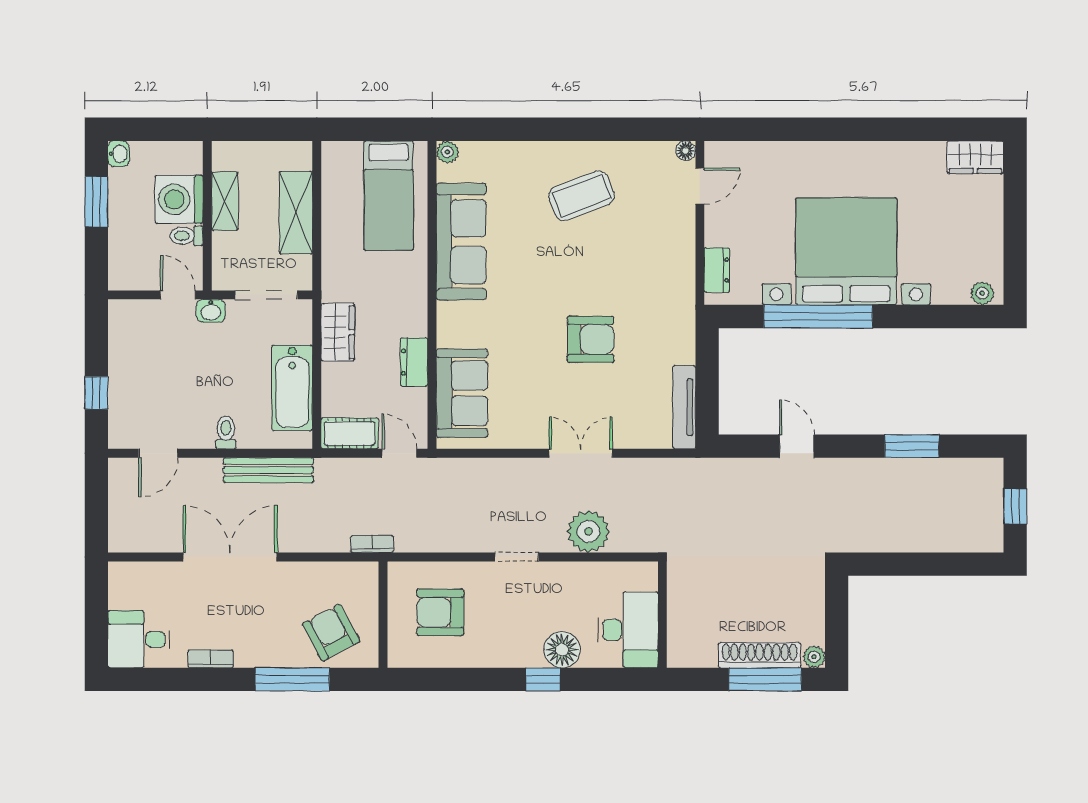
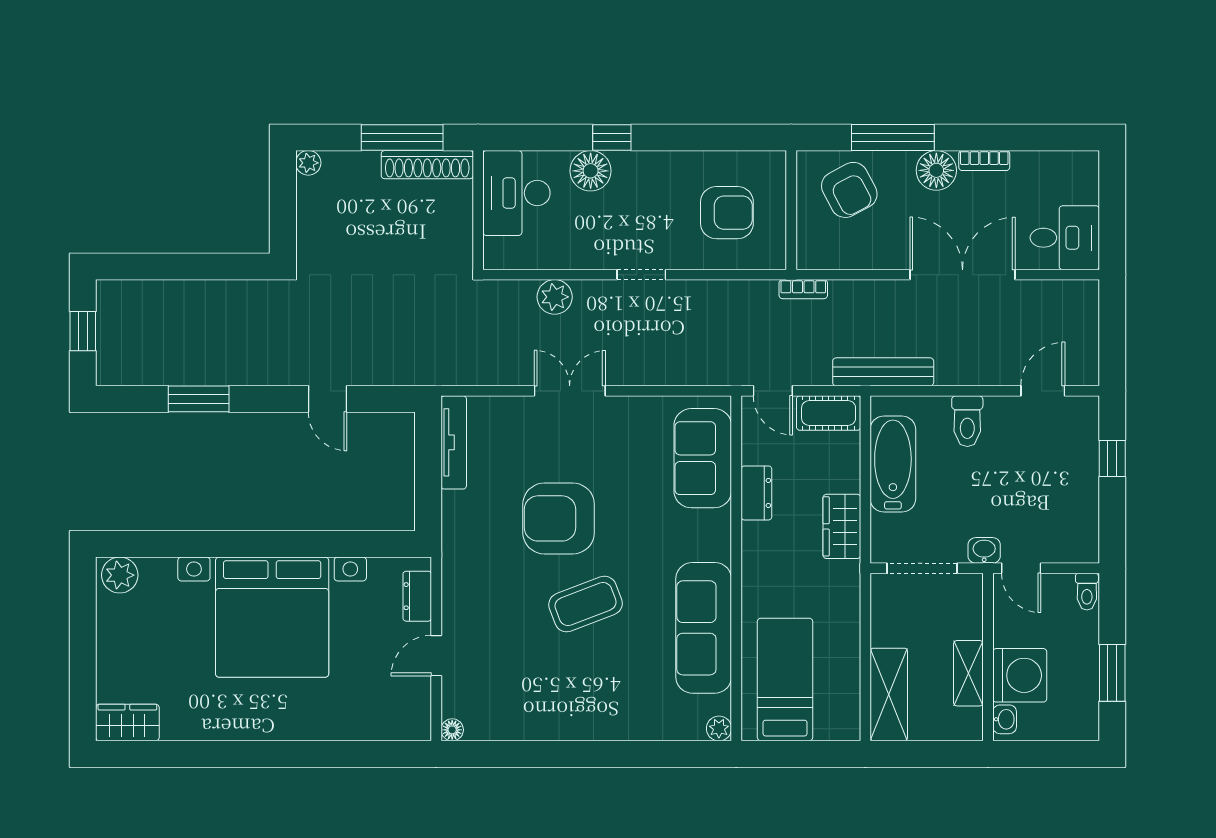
washbasin: (118, 154) -> (1005, 719), moved, turned 180
door: (700, 186) -> (436, 656), moved
coffee table: (582, 196) -> (586, 604), moved
shelving: (296, 213) -> (889, 694), moved
toilet: (186, 236) -> (1087, 592), moved, turned 90
plant: (982, 293) -> (120, 575), width x1.38, depth x1.38
window: (818, 316) -> (304, 544), removed
armchair: (591, 339) -> (559, 518), width x1.36, depth x1.36
toilet: (226, 433) -> (967, 421), width x1.37, depth x1.39
double door: (581, 453) -> (570, 391), swing flipped
bench: (268, 470) -> (883, 372), moved
plant: (588, 531) -> (555, 297), width x0.73, depth x0.73
double door: (230, 557) -> (963, 275), swing flipped
desk: (139, 639) -> (1065, 238), moved
floor lamp: (253, 650) -> (936, 170), added
shoe rack: (759, 655) -> (427, 165), moved
window: (765, 679) -> (402, 137), moved

